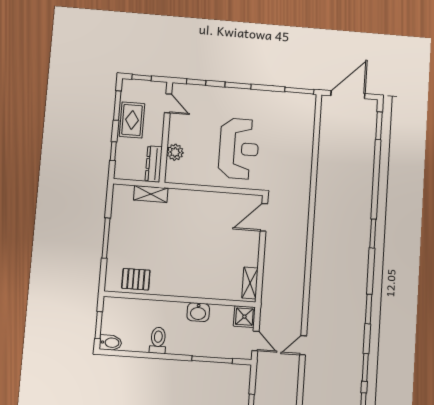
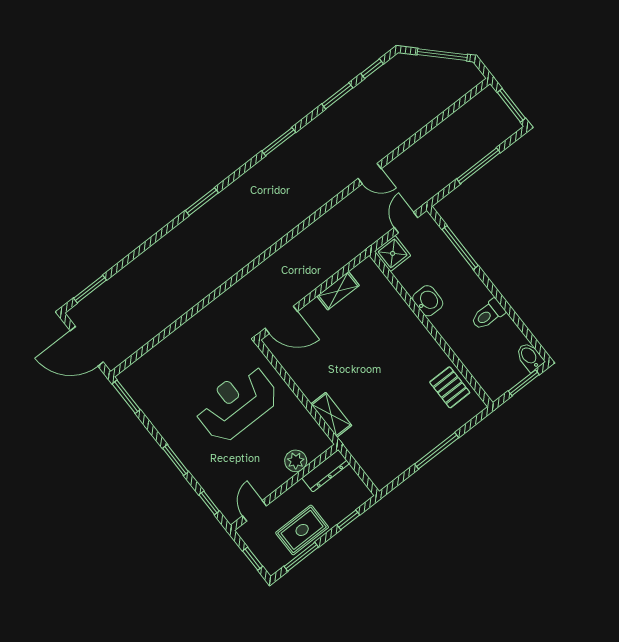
shelving: (151, 194) -> (331, 415), moved
shelving: (250, 283) -> (338, 291), moved

